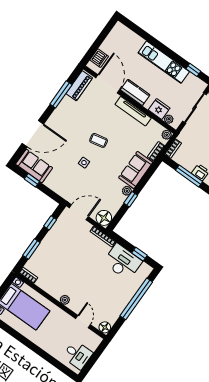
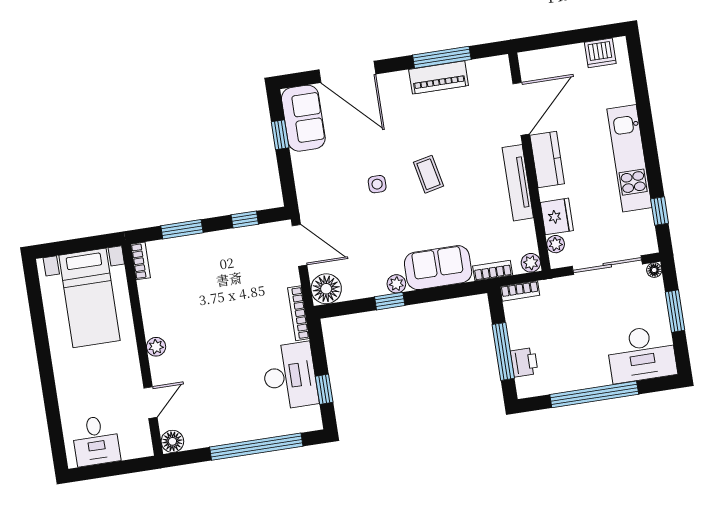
dishwasher: (99, 58) -> (600, 53), moved
piano: (79, 86) -> (439, 77), moved

